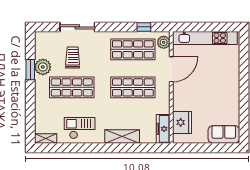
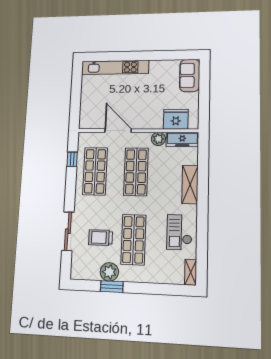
kitchen unit: (205, 38) -> (115, 67), moved, turned 90
plant: (164, 42) -> (158, 139), moved

